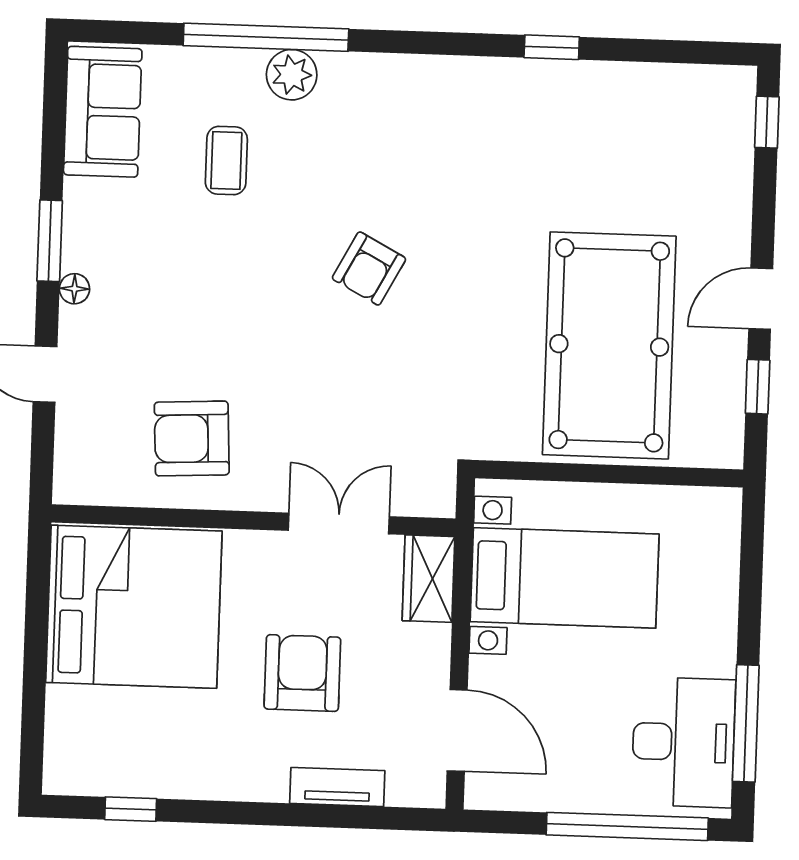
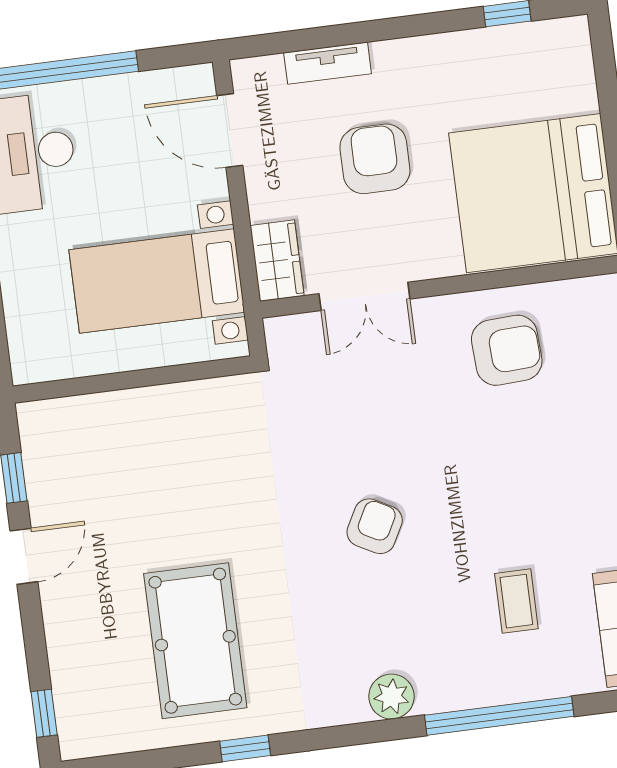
plant: (292, 75) -> (391, 697), moved
pool table: (609, 345) -> (195, 641), moved, width x0.73, depth x0.76
armchair: (302, 673) -> (375, 159), turned 180

